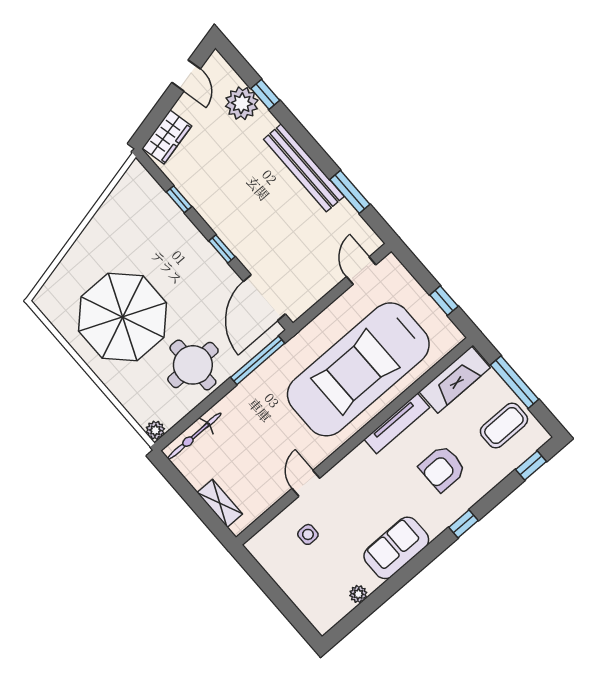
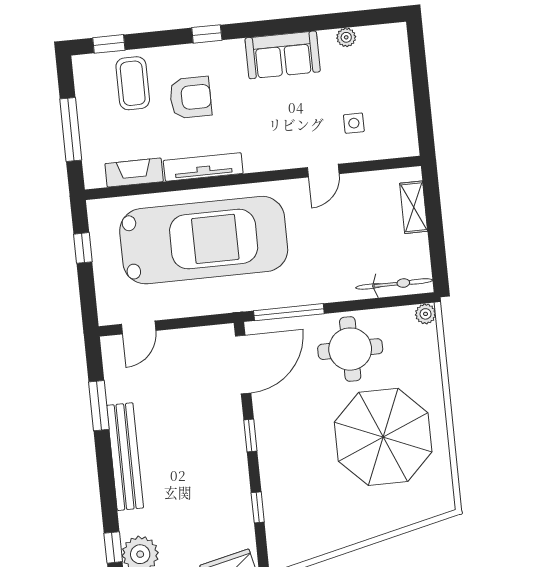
fireplace: (455, 380) -> (134, 173), width x0.73, depth x0.76
coffee table: (504, 425) -> (133, 83), moved, turned 90

